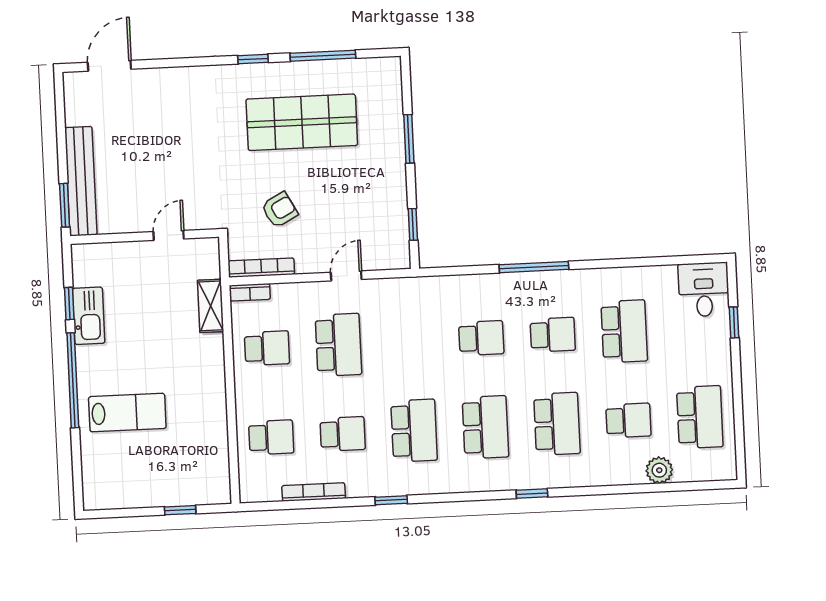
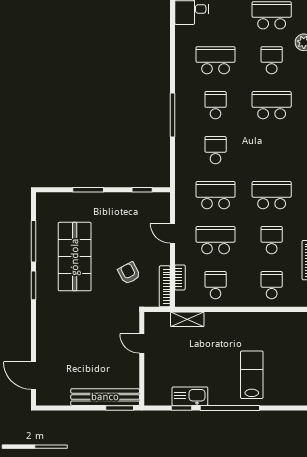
window: (253, 59) -> (33, 285), width x1.50
bookcase: (250, 292) -> (180, 277), moved
school desk: (485, 427) -> (216, 195), moved

